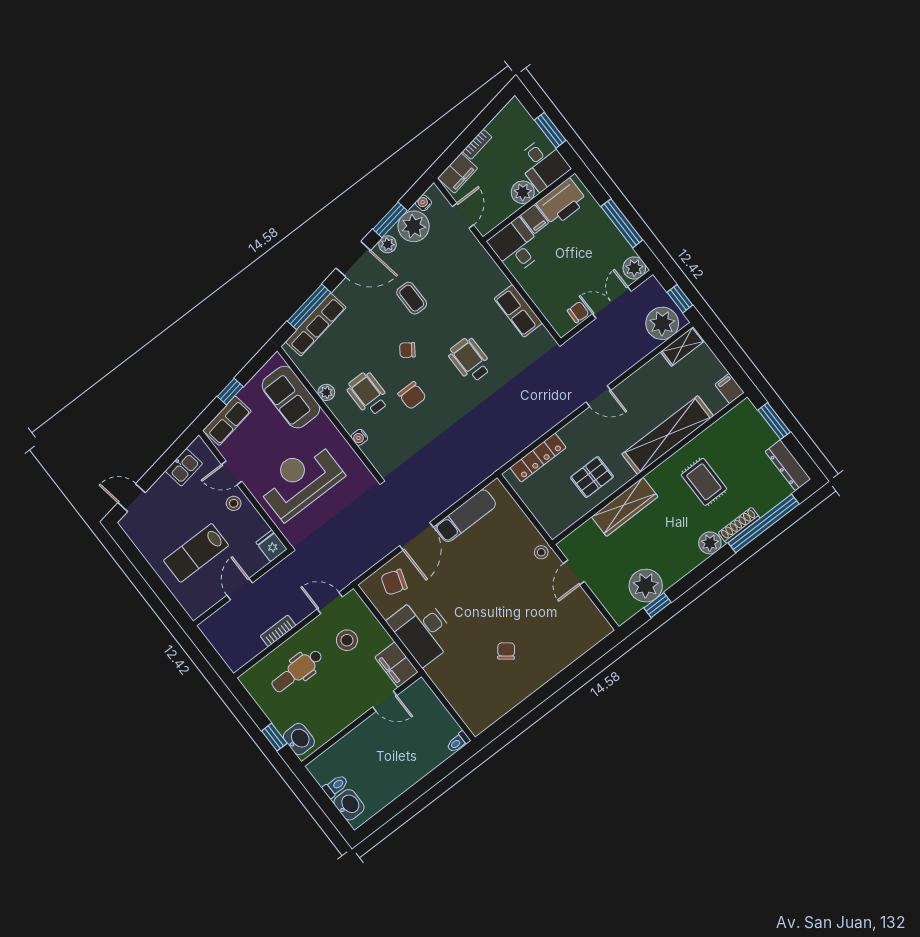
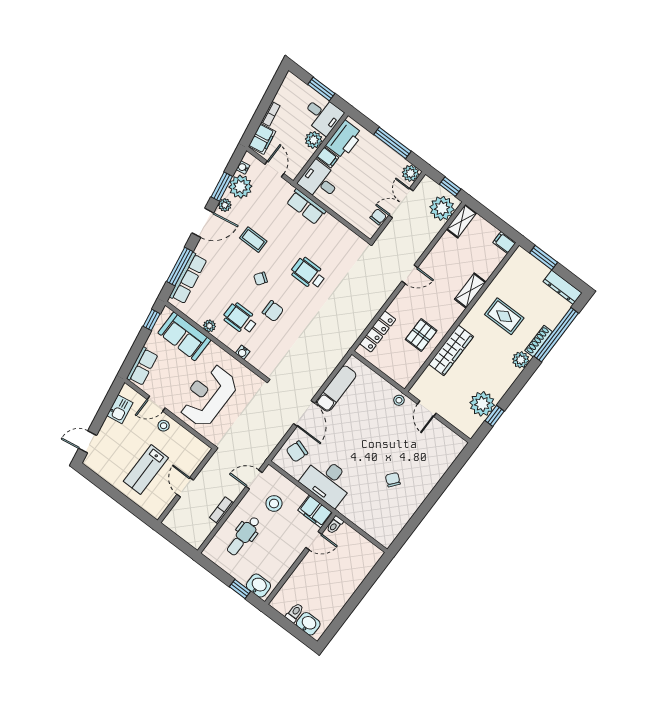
row of seats: (518, 311) -> (306, 207), moved
window: (230, 392) -> (152, 320), moved
shelving: (668, 435) -> (470, 291), width x0.45, depth x0.75
fridge: (271, 546) -> (200, 449), removed
toilet: (458, 742) -> (335, 525), moved

